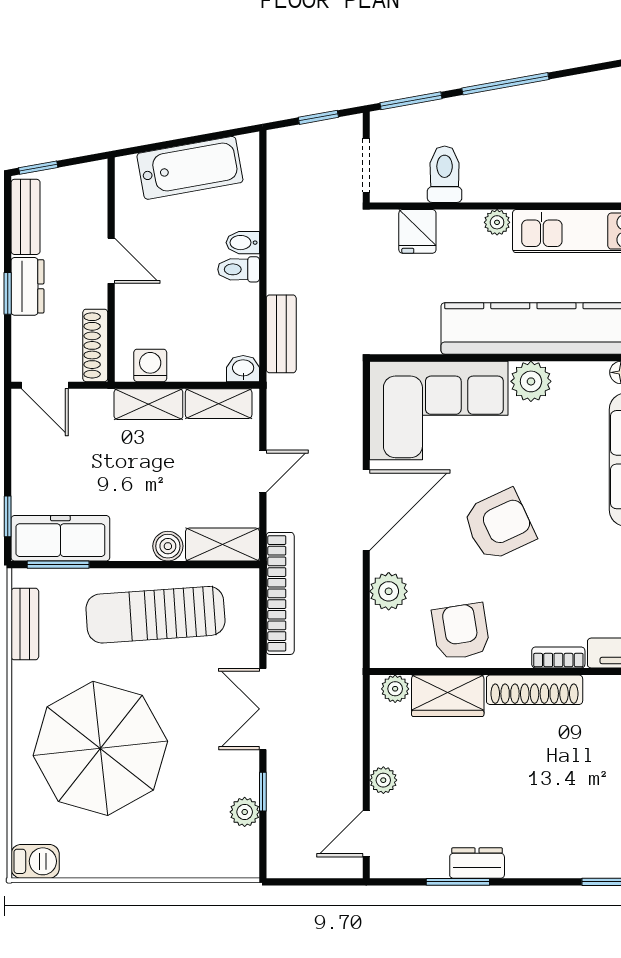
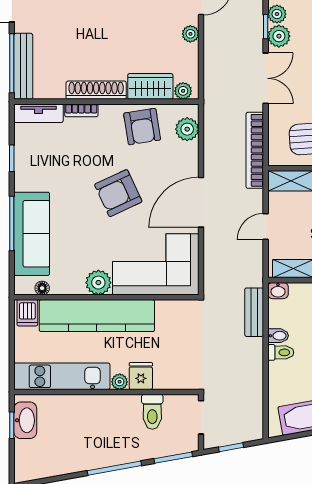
fridge: (417, 231) -> (141, 376), moved
bidet: (243, 243) -> (278, 336), moved
plant: (389, 591) -> (187, 129), moved
plant: (241, 777) -> (279, 36), added

